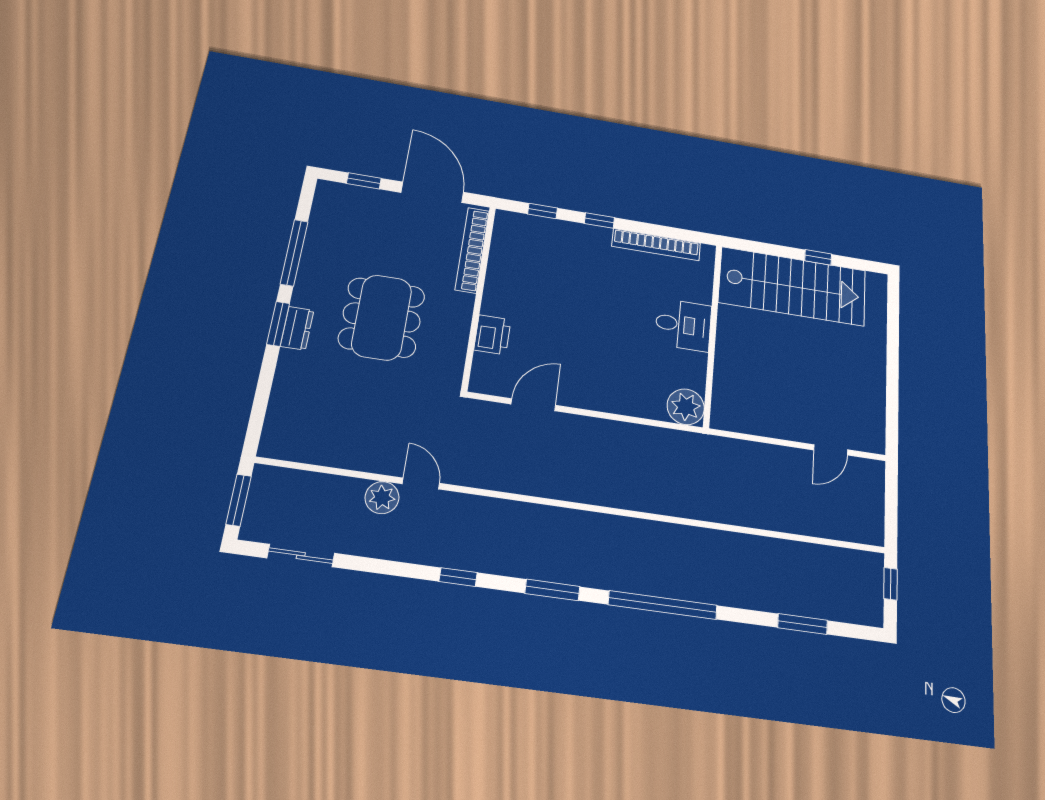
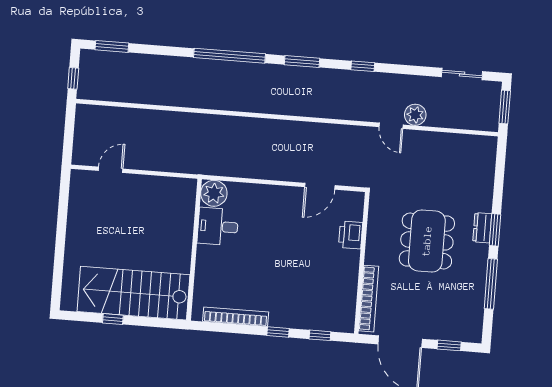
desk: (683, 325) -> (218, 226), moved
window: (803, 624) -> (112, 46), moved

